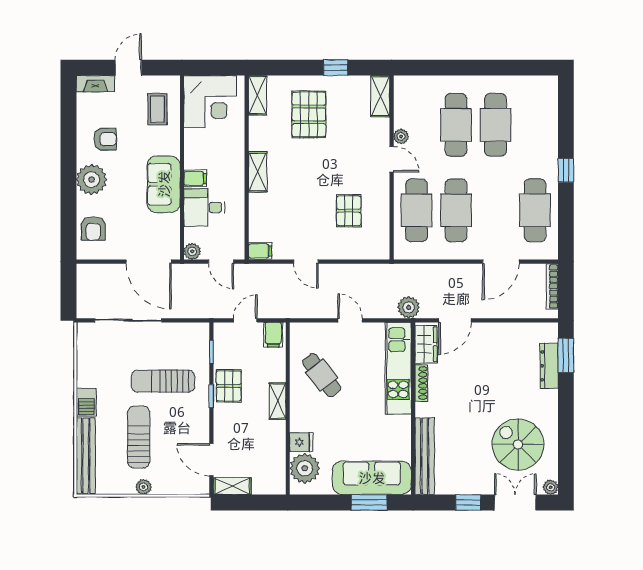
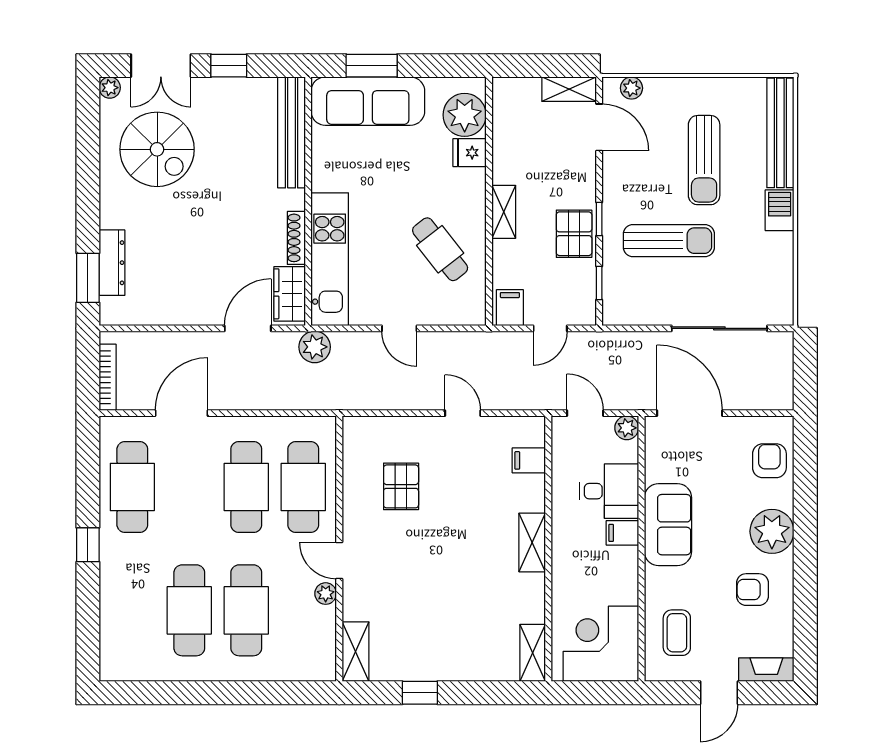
pallet: (309, 114) -> (458, 625), removed
filing cabinet: (260, 251) -> (529, 460), moved
plant: (144, 487) -> (631, 88), moved

